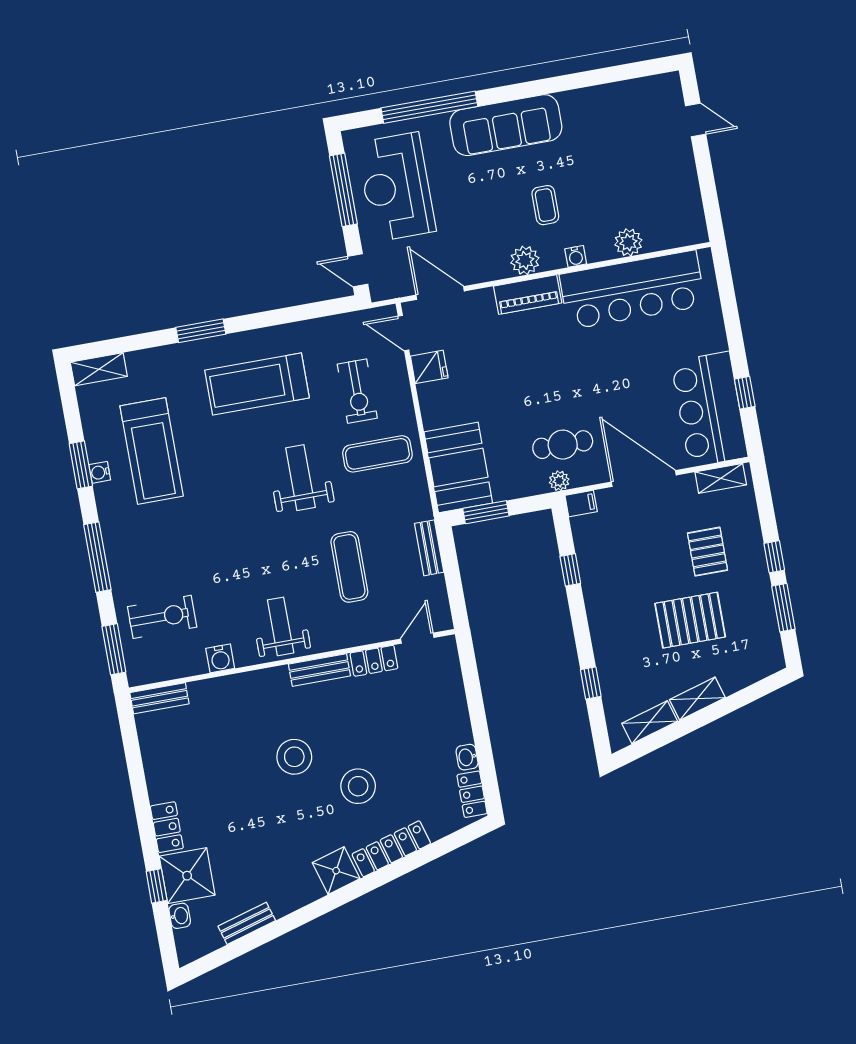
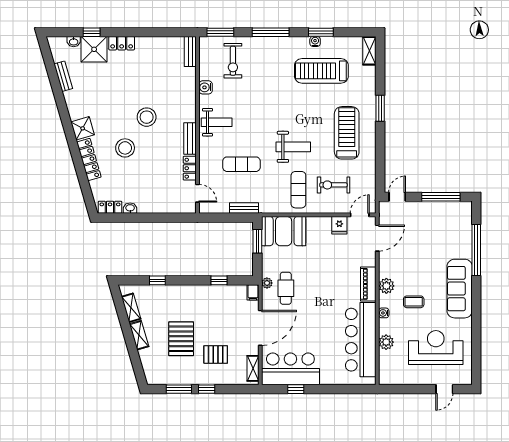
reception desk: (396, 187) -> (436, 348), moved

